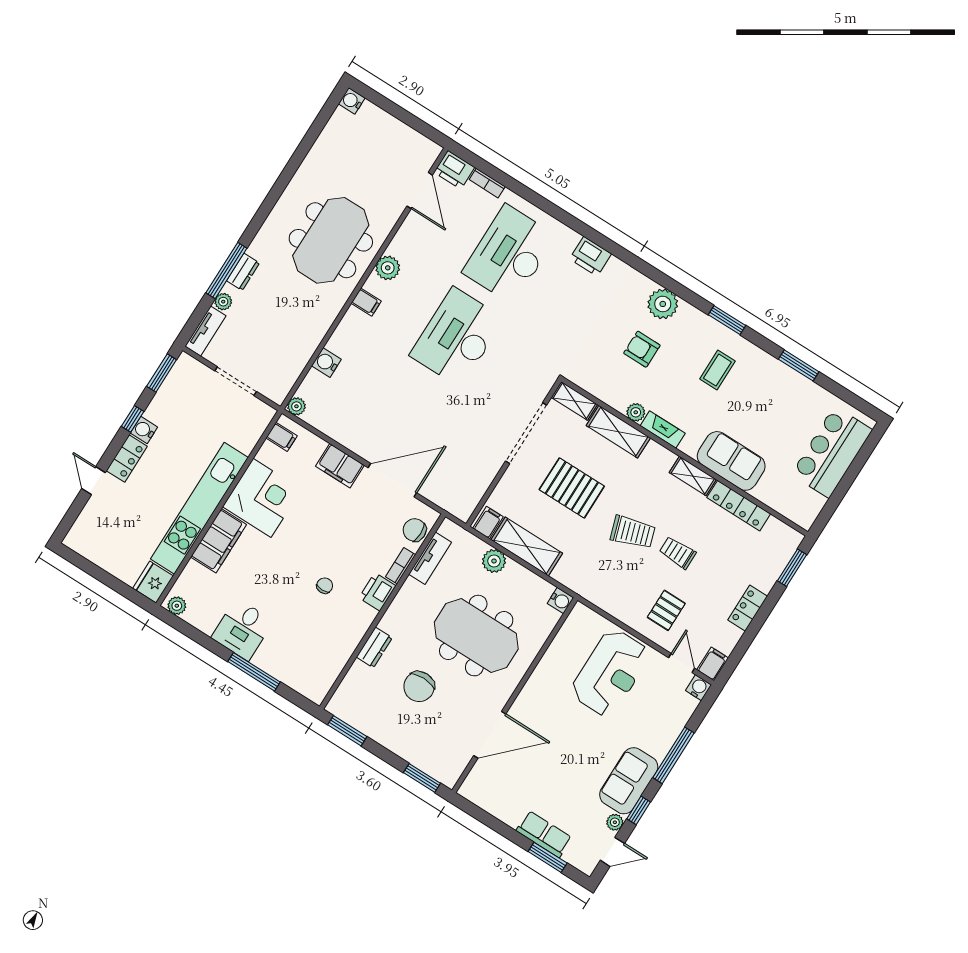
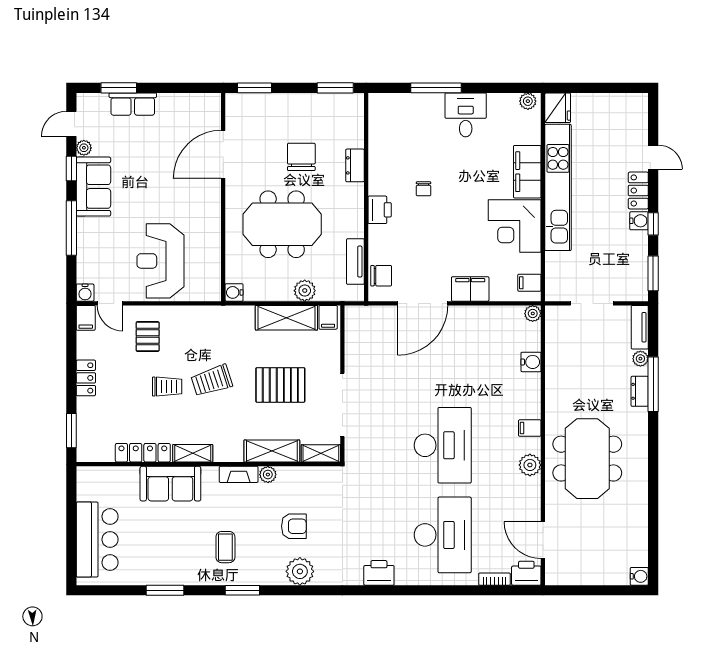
bookcase: (401, 566) -> (375, 241), removed

